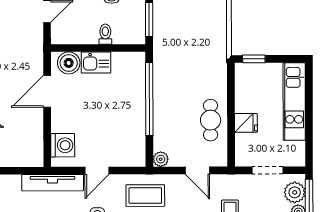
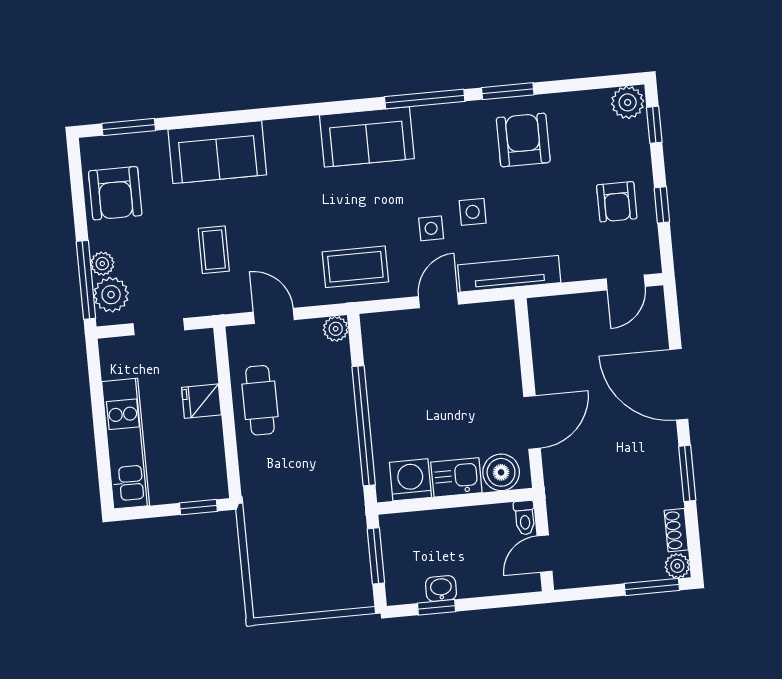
toilet: (105, 34) -> (525, 518), moved
washing machine: (63, 145) -> (410, 480), moved, turned 90

